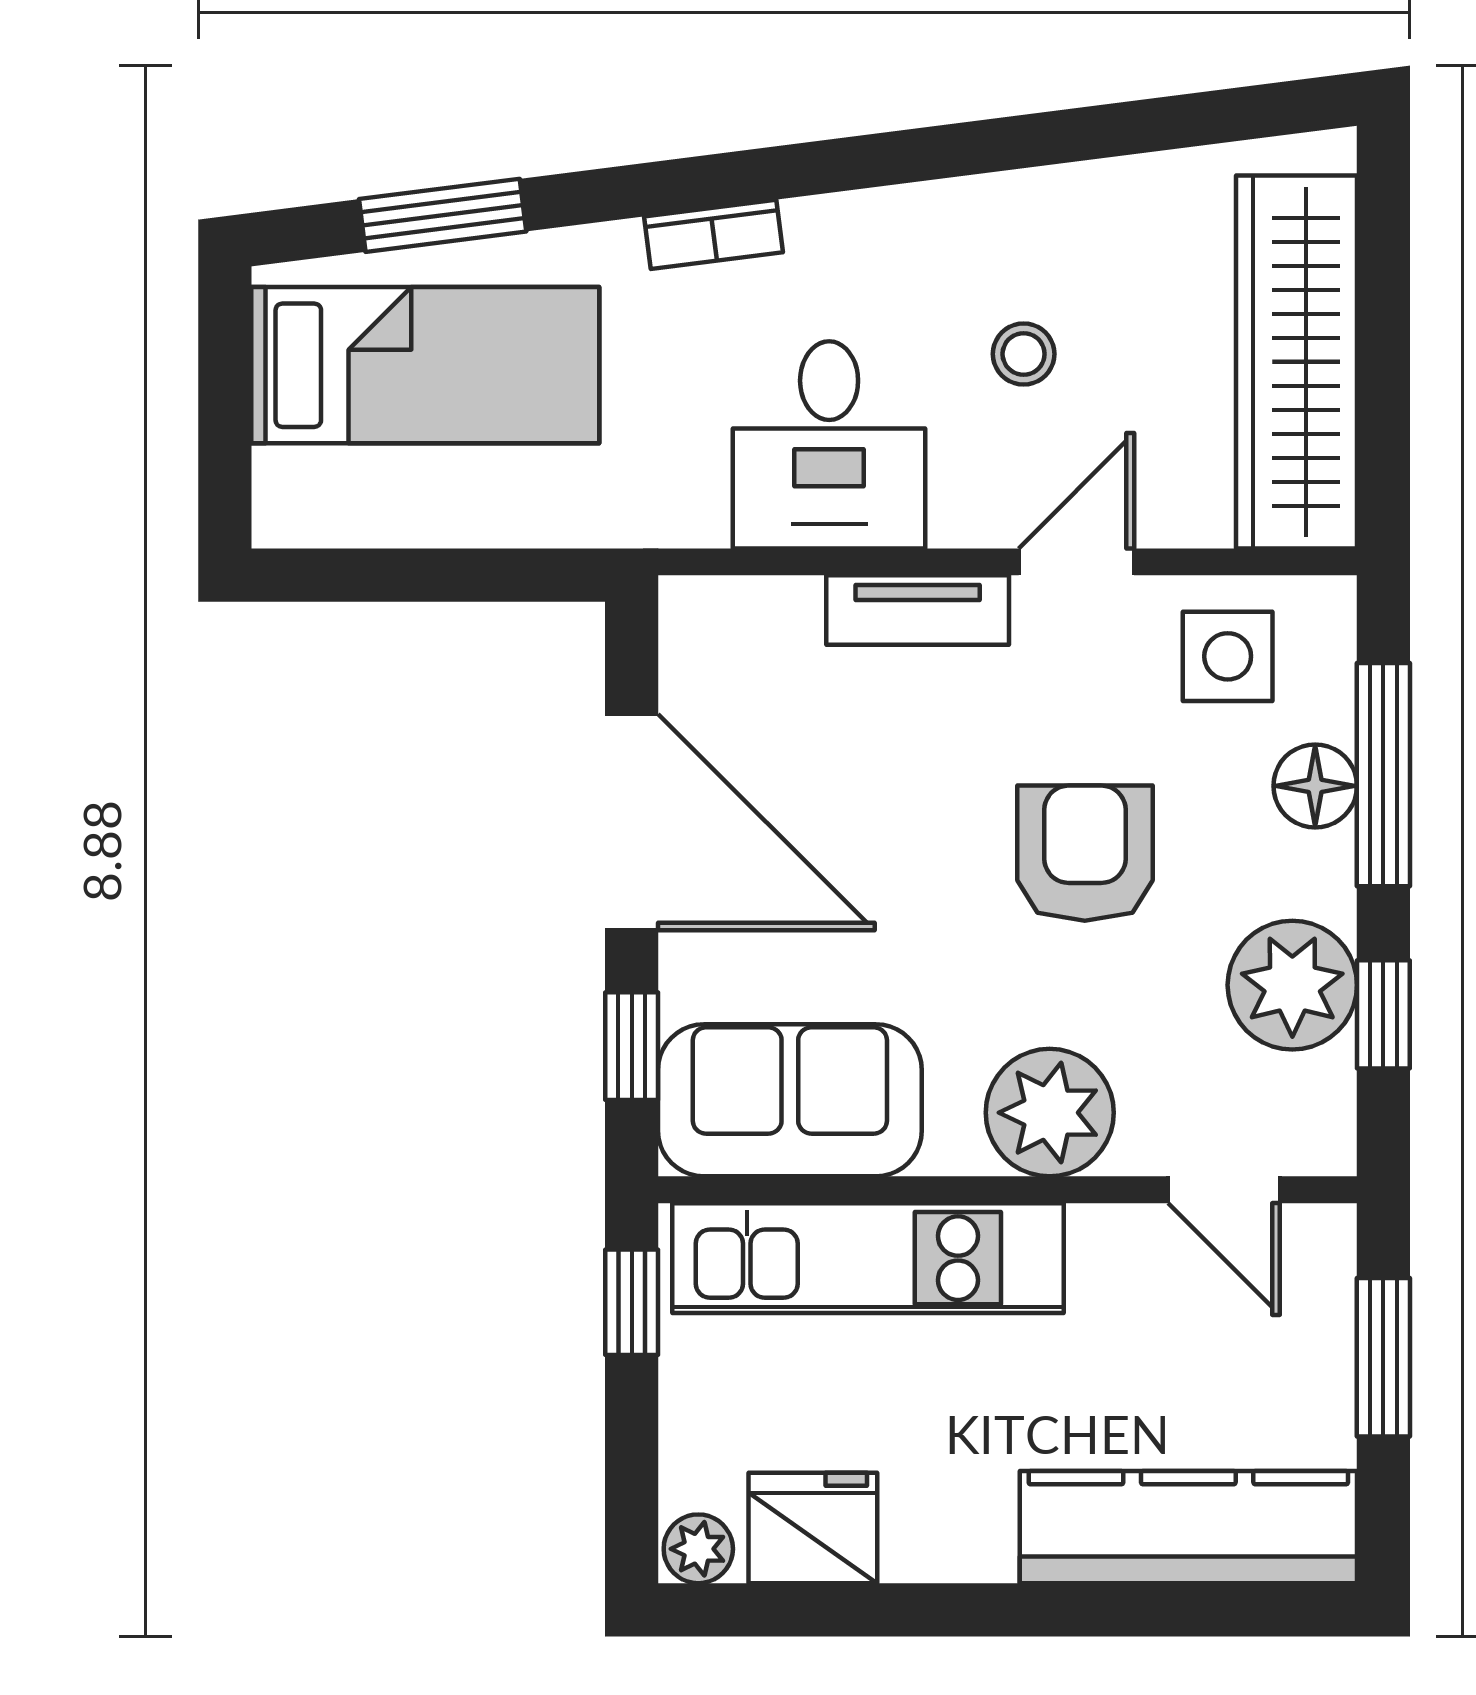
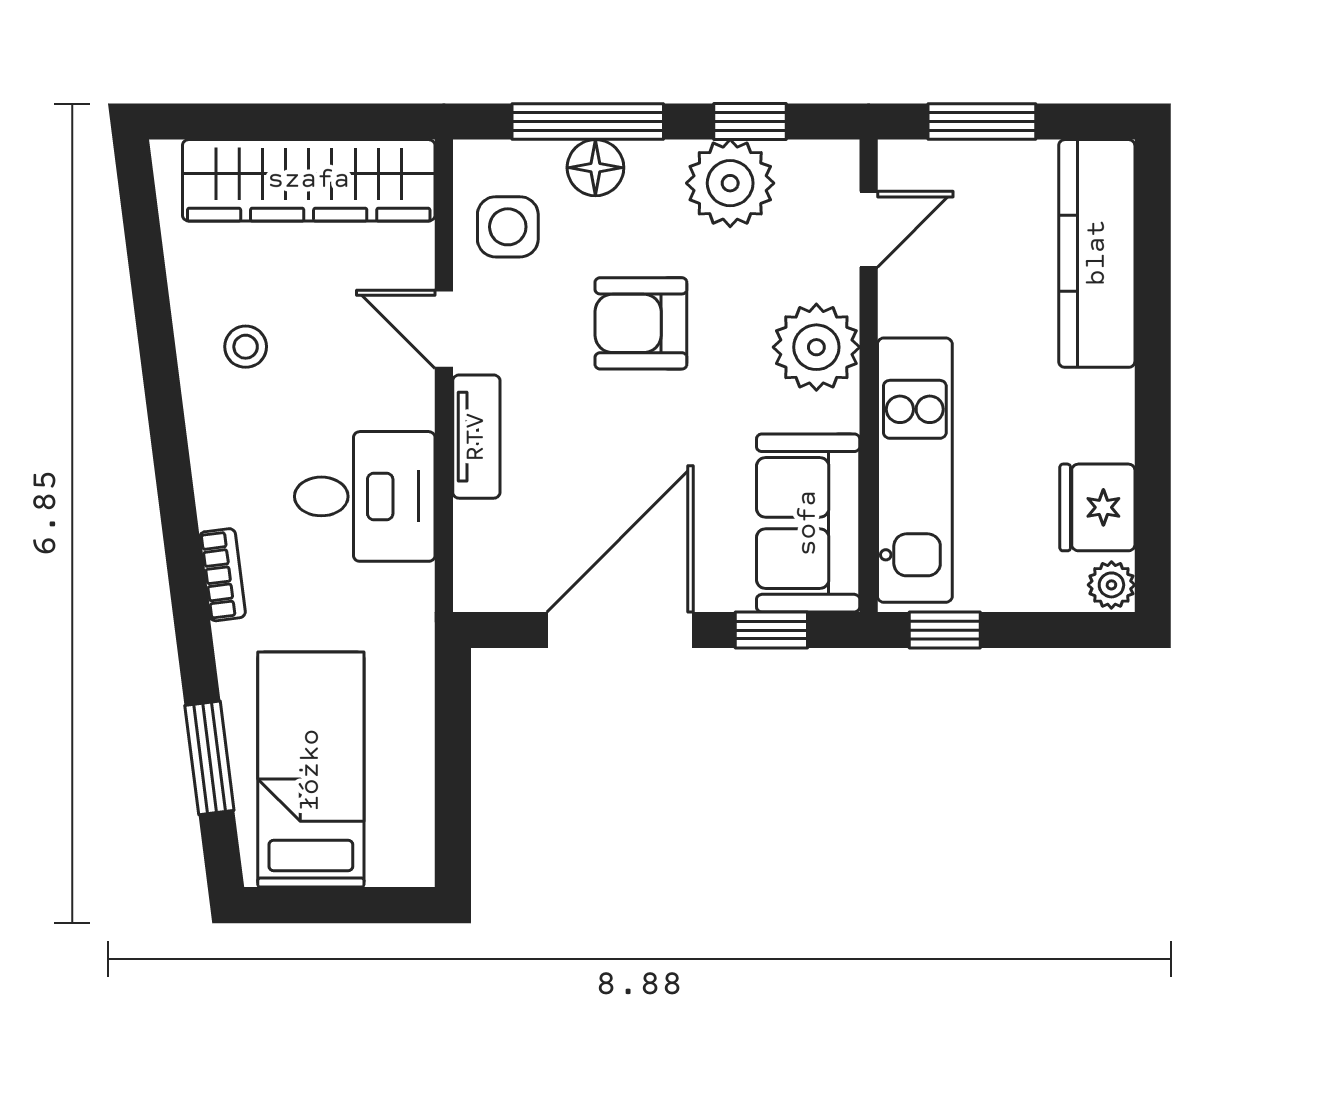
stool: (1024, 354) -> (246, 347), moved

